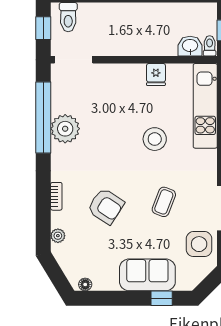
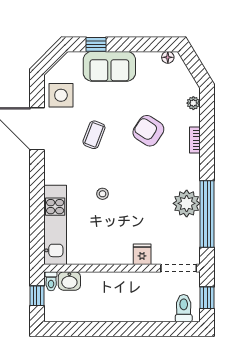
fridge: (156, 75) -> (142, 254), moved
stool: (155, 139) -> (103, 194), width x0.53, depth x0.53

